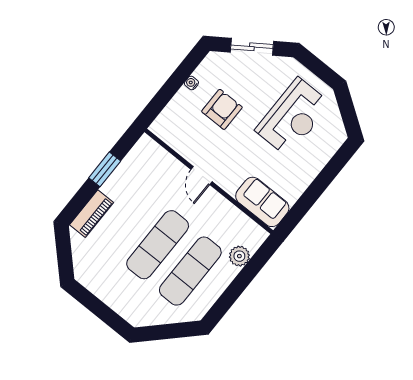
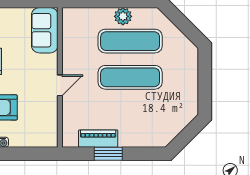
piano: (92, 214) -> (98, 139), moved
plant: (239, 256) -> (123, 16), moved

